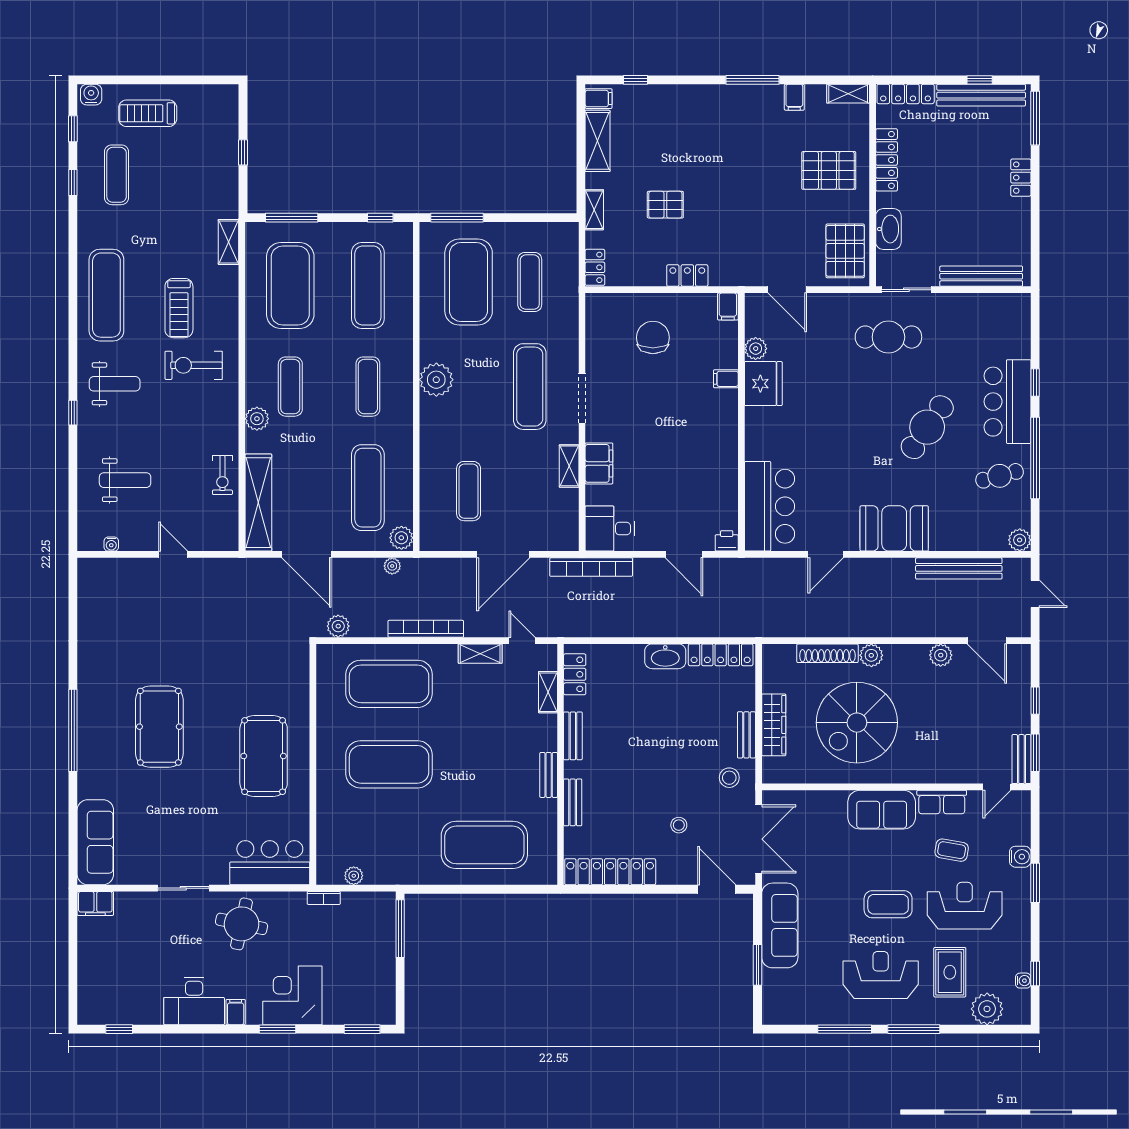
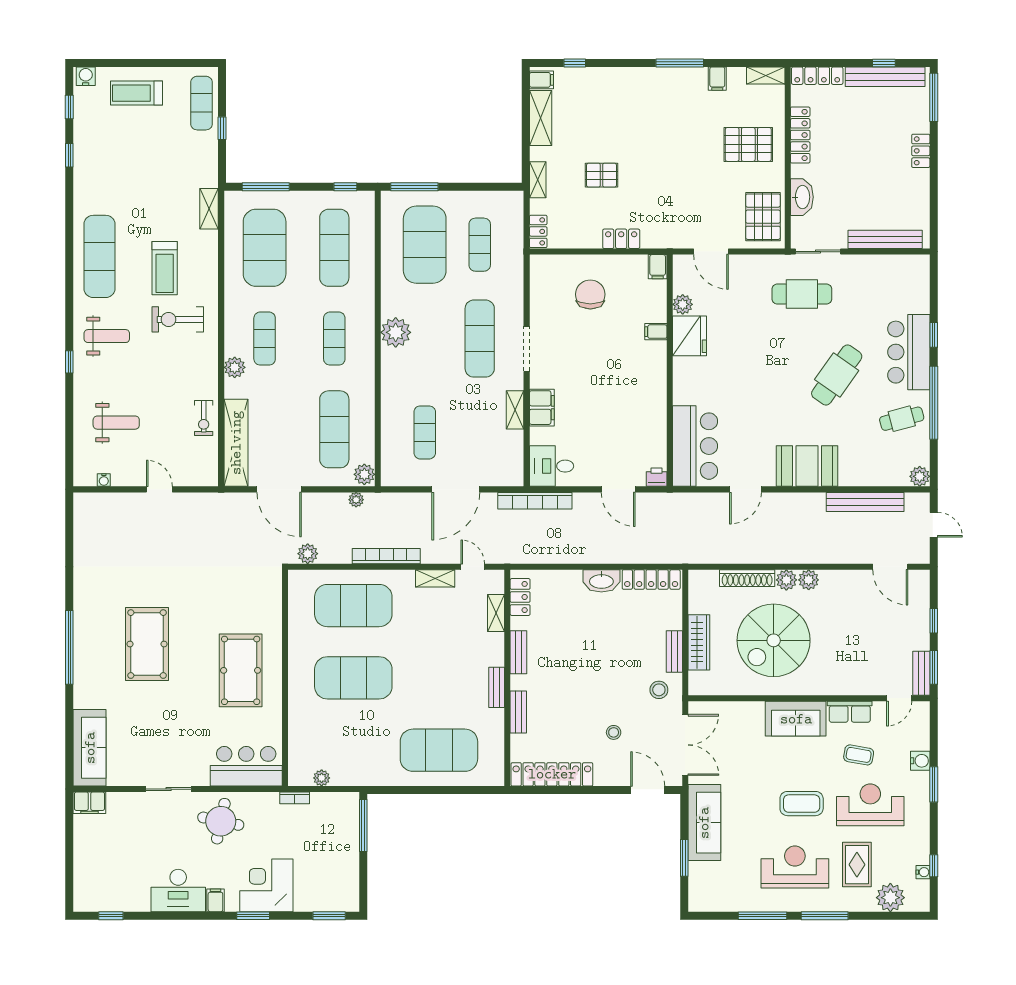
exercise mat: (117, 175) -> (202, 103), moved
plant: (941, 655) -> (809, 580), moved

